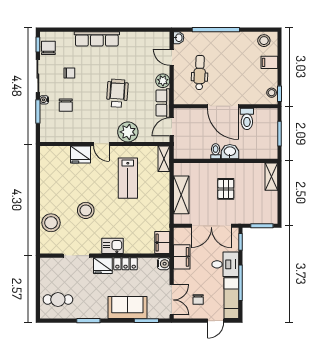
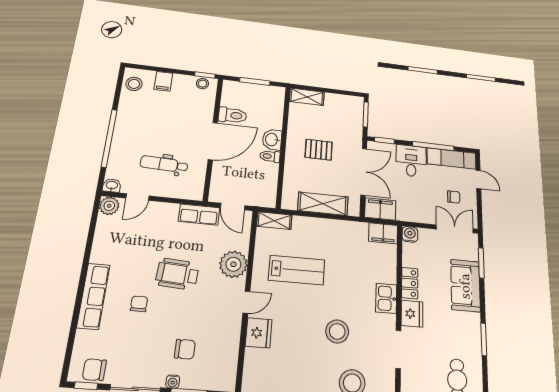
chair: (69, 73) -> (139, 304), moved
plant: (163, 81) -> (109, 206), moved
filing cabinet: (182, 257) -> (380, 209), moved

